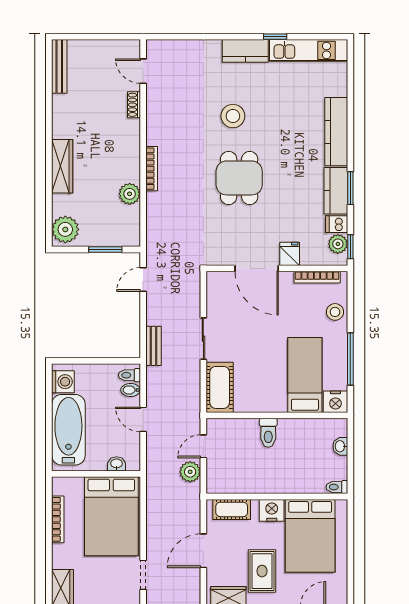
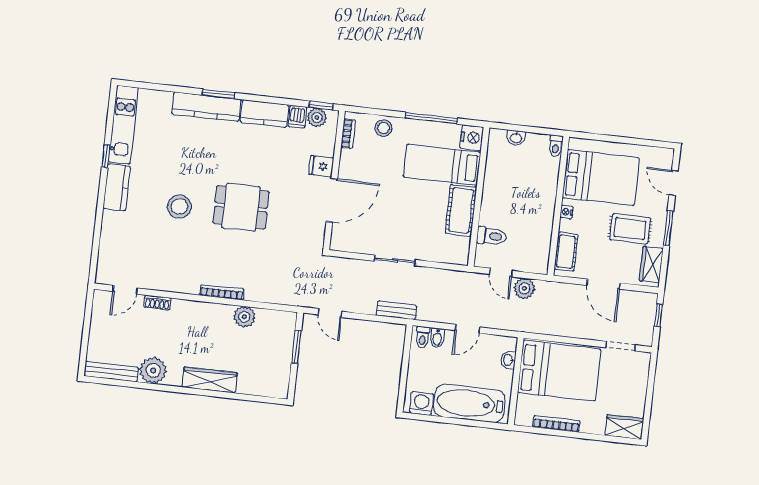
window: (350, 188) -> (218, 94), moved
plant: (65, 229) -> (153, 370), moved
bookcase: (317, 277) -> (348, 134), width x0.64
cot: (220, 387) -> (461, 210), moved, turned 90
toilet: (268, 433) -> (491, 236), moved
nightstand: (272, 510) -> (567, 212), width x0.53, depth x0.56

